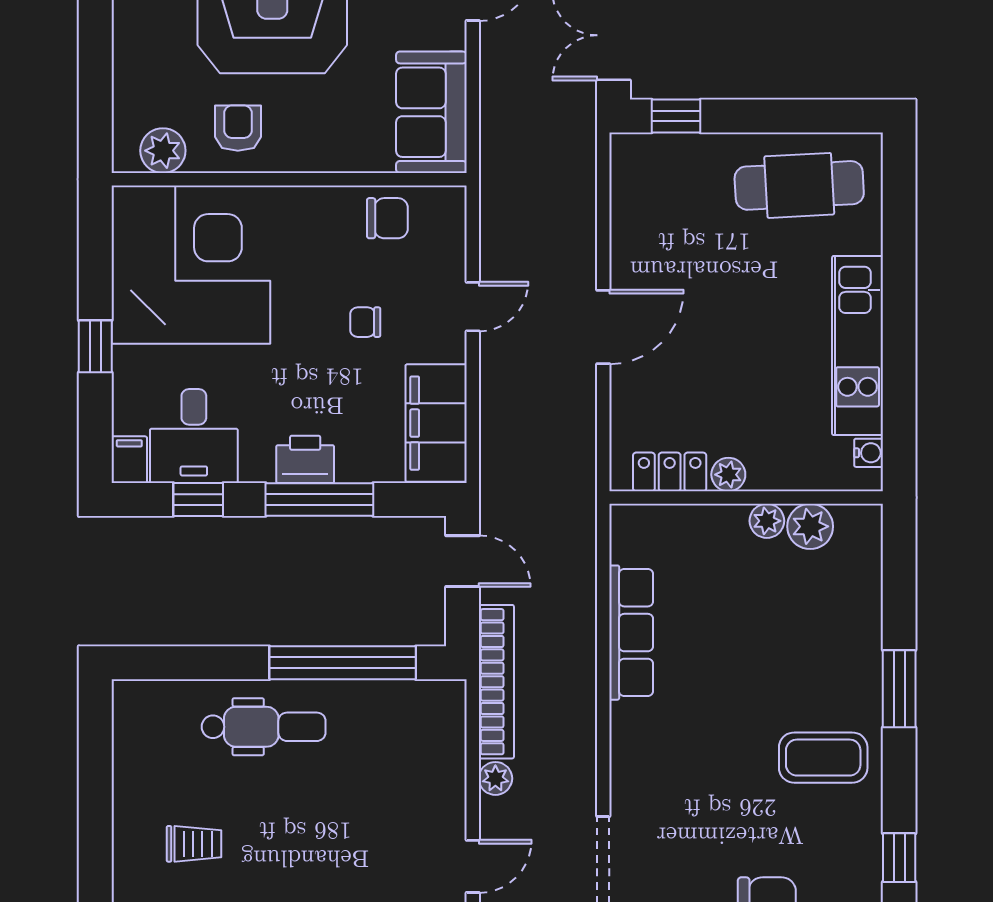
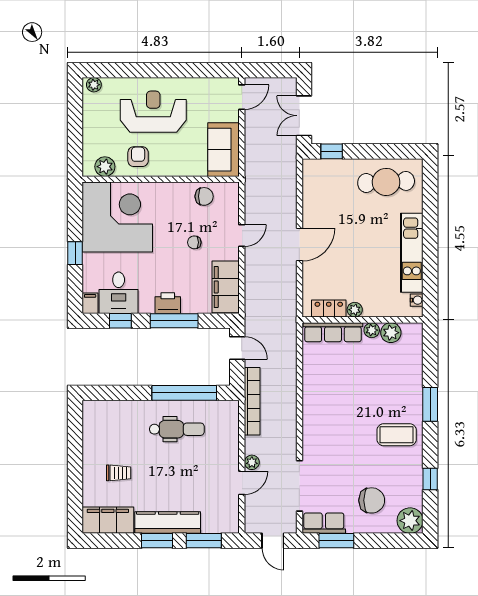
row of seats: (631, 633) -> (333, 332), moved, turned 90
dental chair: (264, 727) -> (177, 429), moved
plant: (495, 778) -> (252, 462), moved

